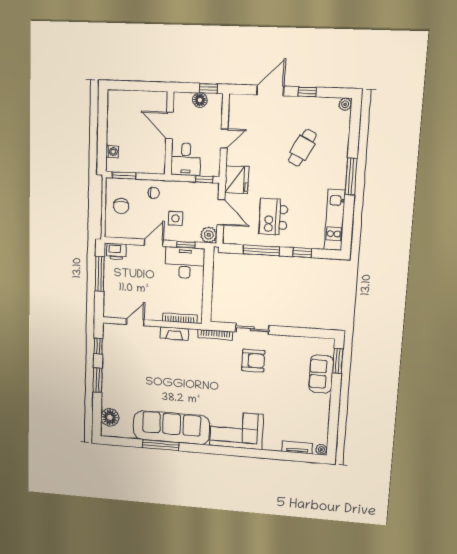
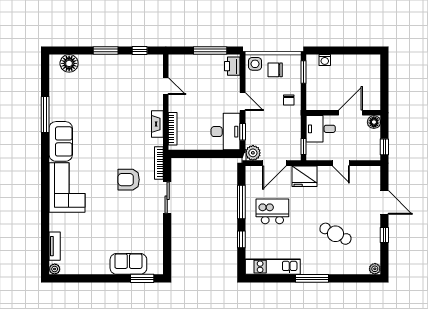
floor lamp: (200, 100) -> (374, 122), moved
side table: (175, 218) -> (255, 64), moved
armchair: (253, 361) -> (129, 180), moved, turned 90
sofa: (171, 428) -> (61, 141), width x0.54, depth x0.79

